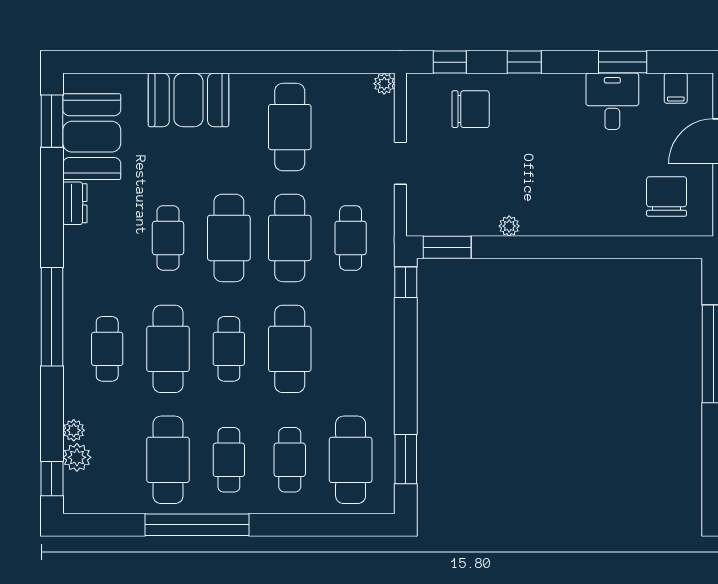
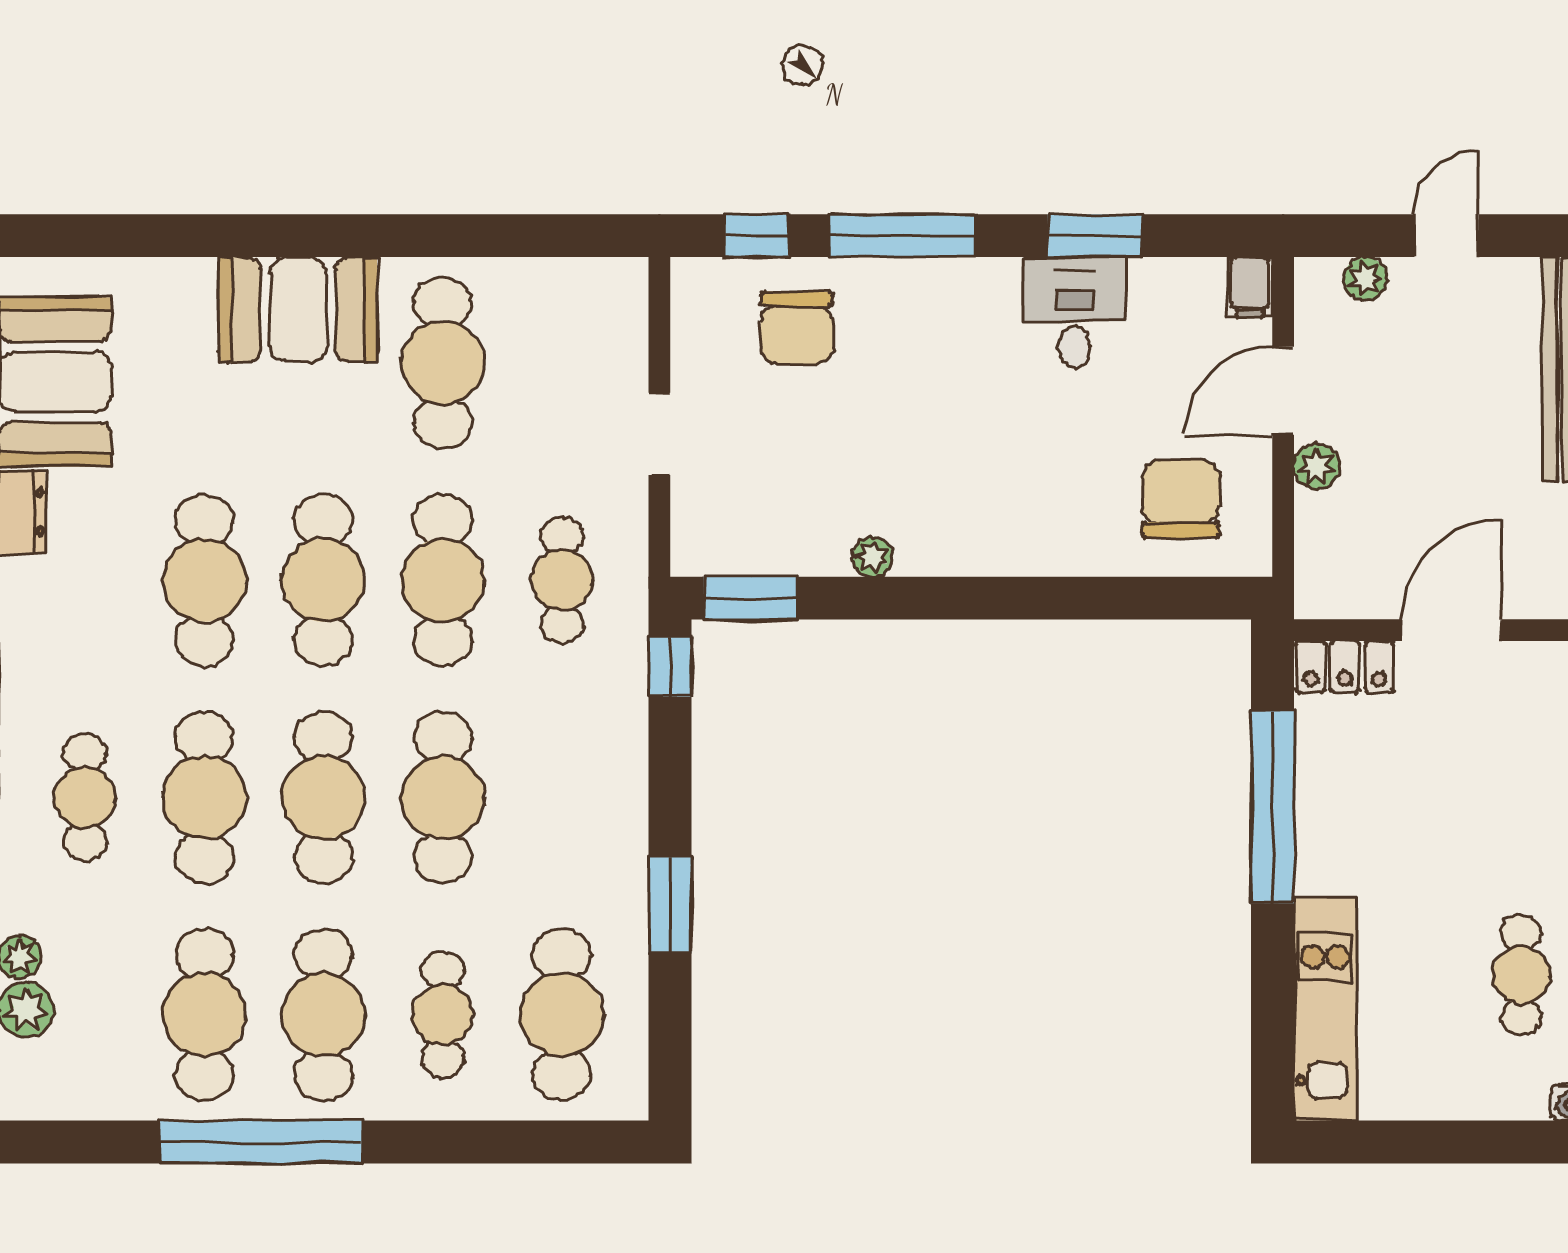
window: (524, 62) -> (902, 236), width x2.17
plant: (384, 84) -> (628, 278), removed
filing cabinet: (676, 88) -> (1250, 287), moved
booth: (188, 100) -> (298, 310), moved
chair: (471, 109) -> (797, 328), turned 90
cafe table: (168, 238) -> (204, 580), width x1.37, depth x1.35
cafe table: (229, 349) -> (324, 797), width x1.37, depth x1.35
window: (406, 459) -> (670, 905), moved
cafe table: (229, 460) -> (324, 1015), width x1.37, depth x1.35

